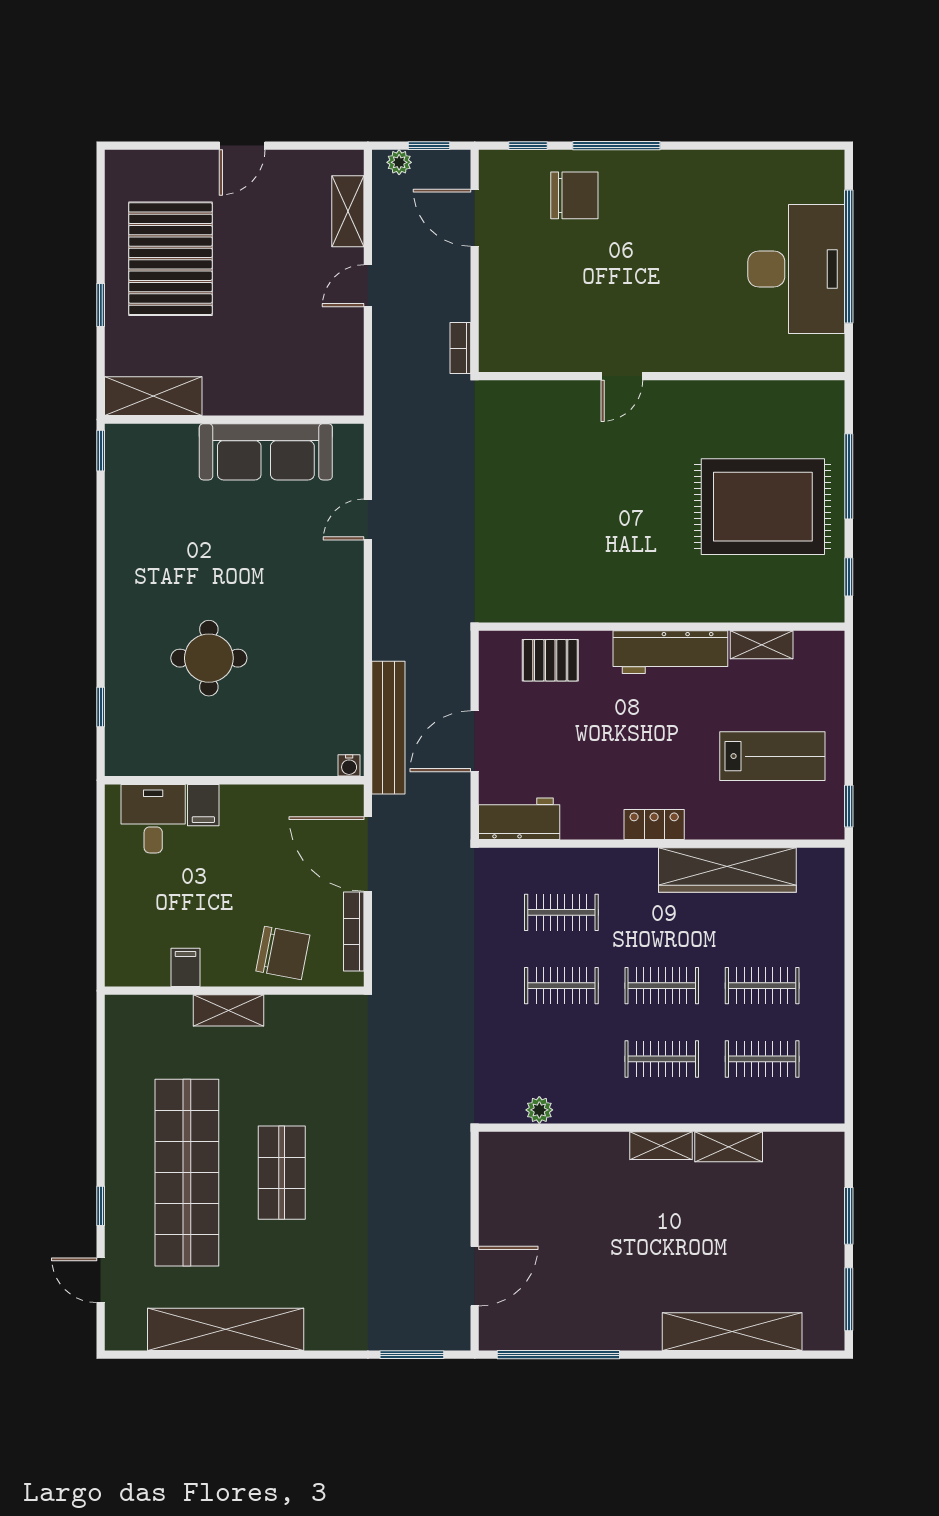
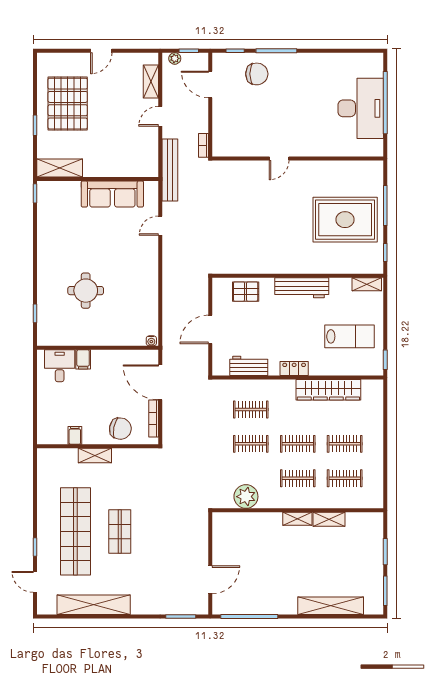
shelving: (762, 645) -> (367, 284), moved
bench: (388, 728) -> (170, 170), moved
workbench: (519, 819) -> (249, 366), moved
plant: (539, 1110) -> (246, 497), width x1.87, depth x1.87

